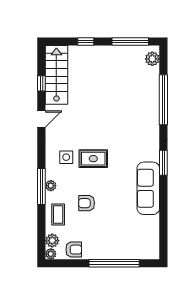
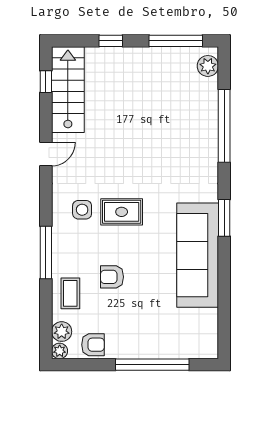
window: (41, 83) -> (46, 82), moved
plant: (51, 186) -> (60, 251), removed
sofa: (148, 188) -> (198, 255), width x1.36, depth x1.27

